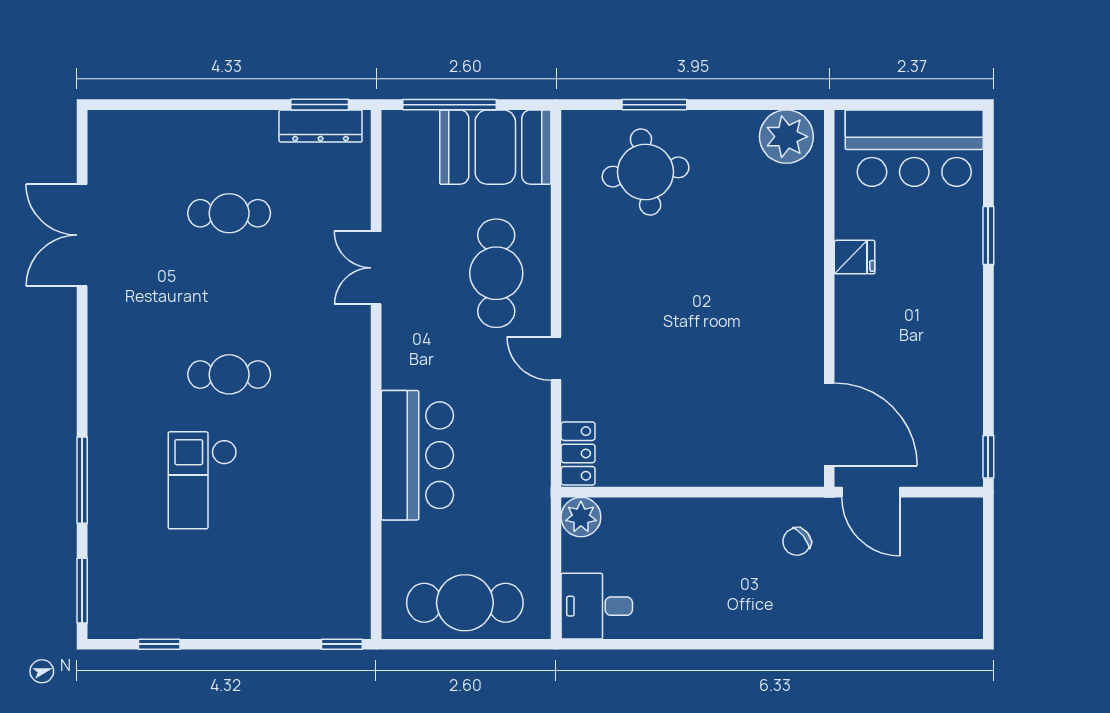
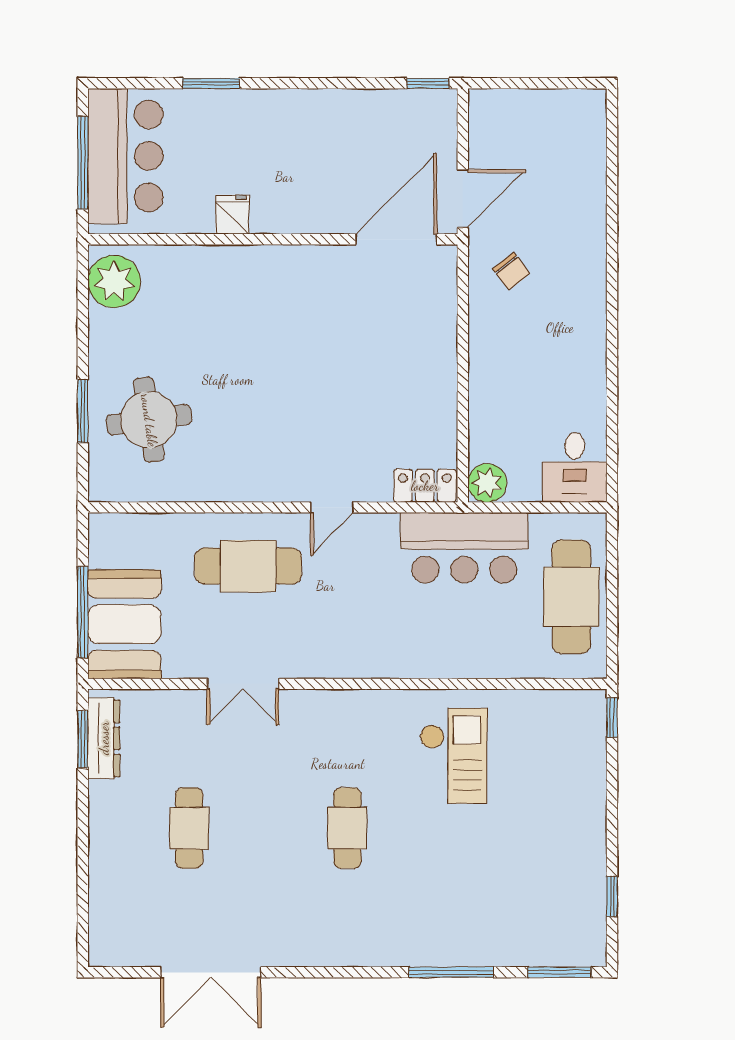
window: (908, 105) -> (83, 163), added
booth: (495, 147) -> (124, 624), moved
bar counter: (417, 455) -> (464, 548), moved, turned 180
checkout: (202, 480) -> (453, 756), moved, turned -90

